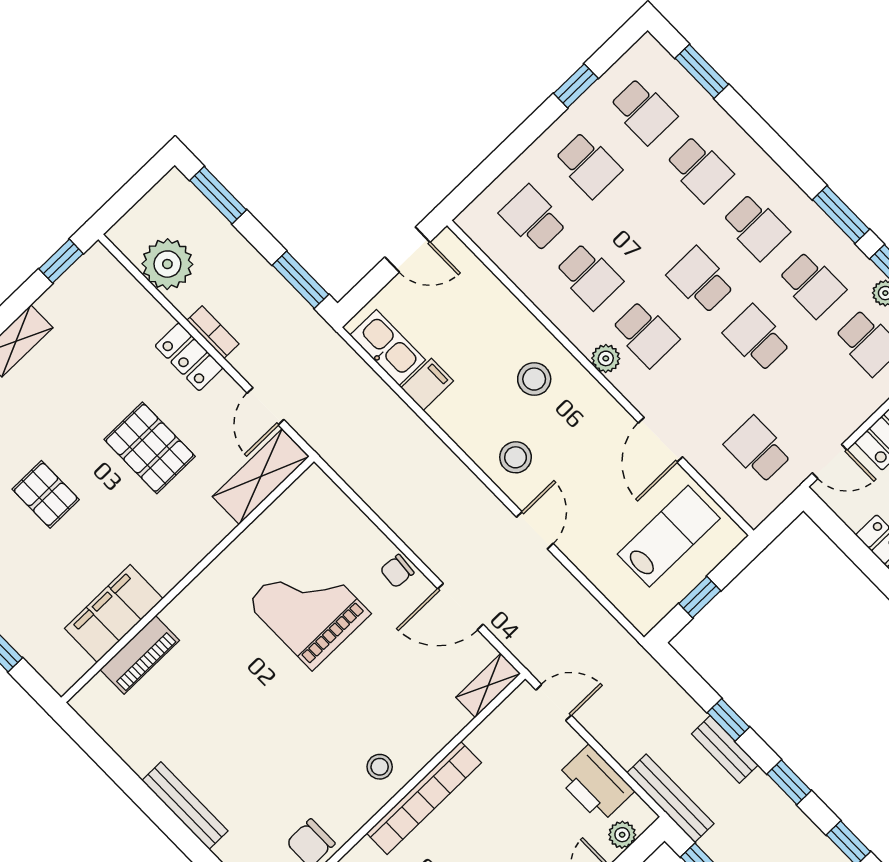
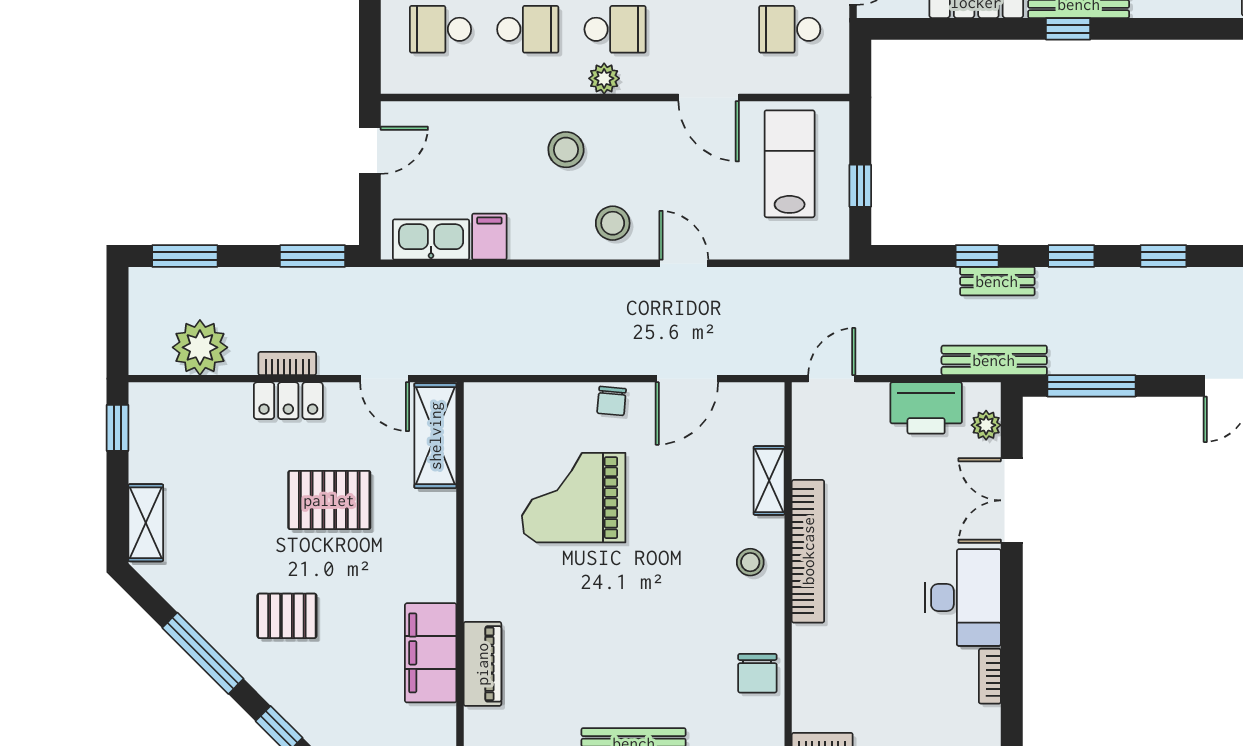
shelving: (488, 685) -> (769, 481), moved

